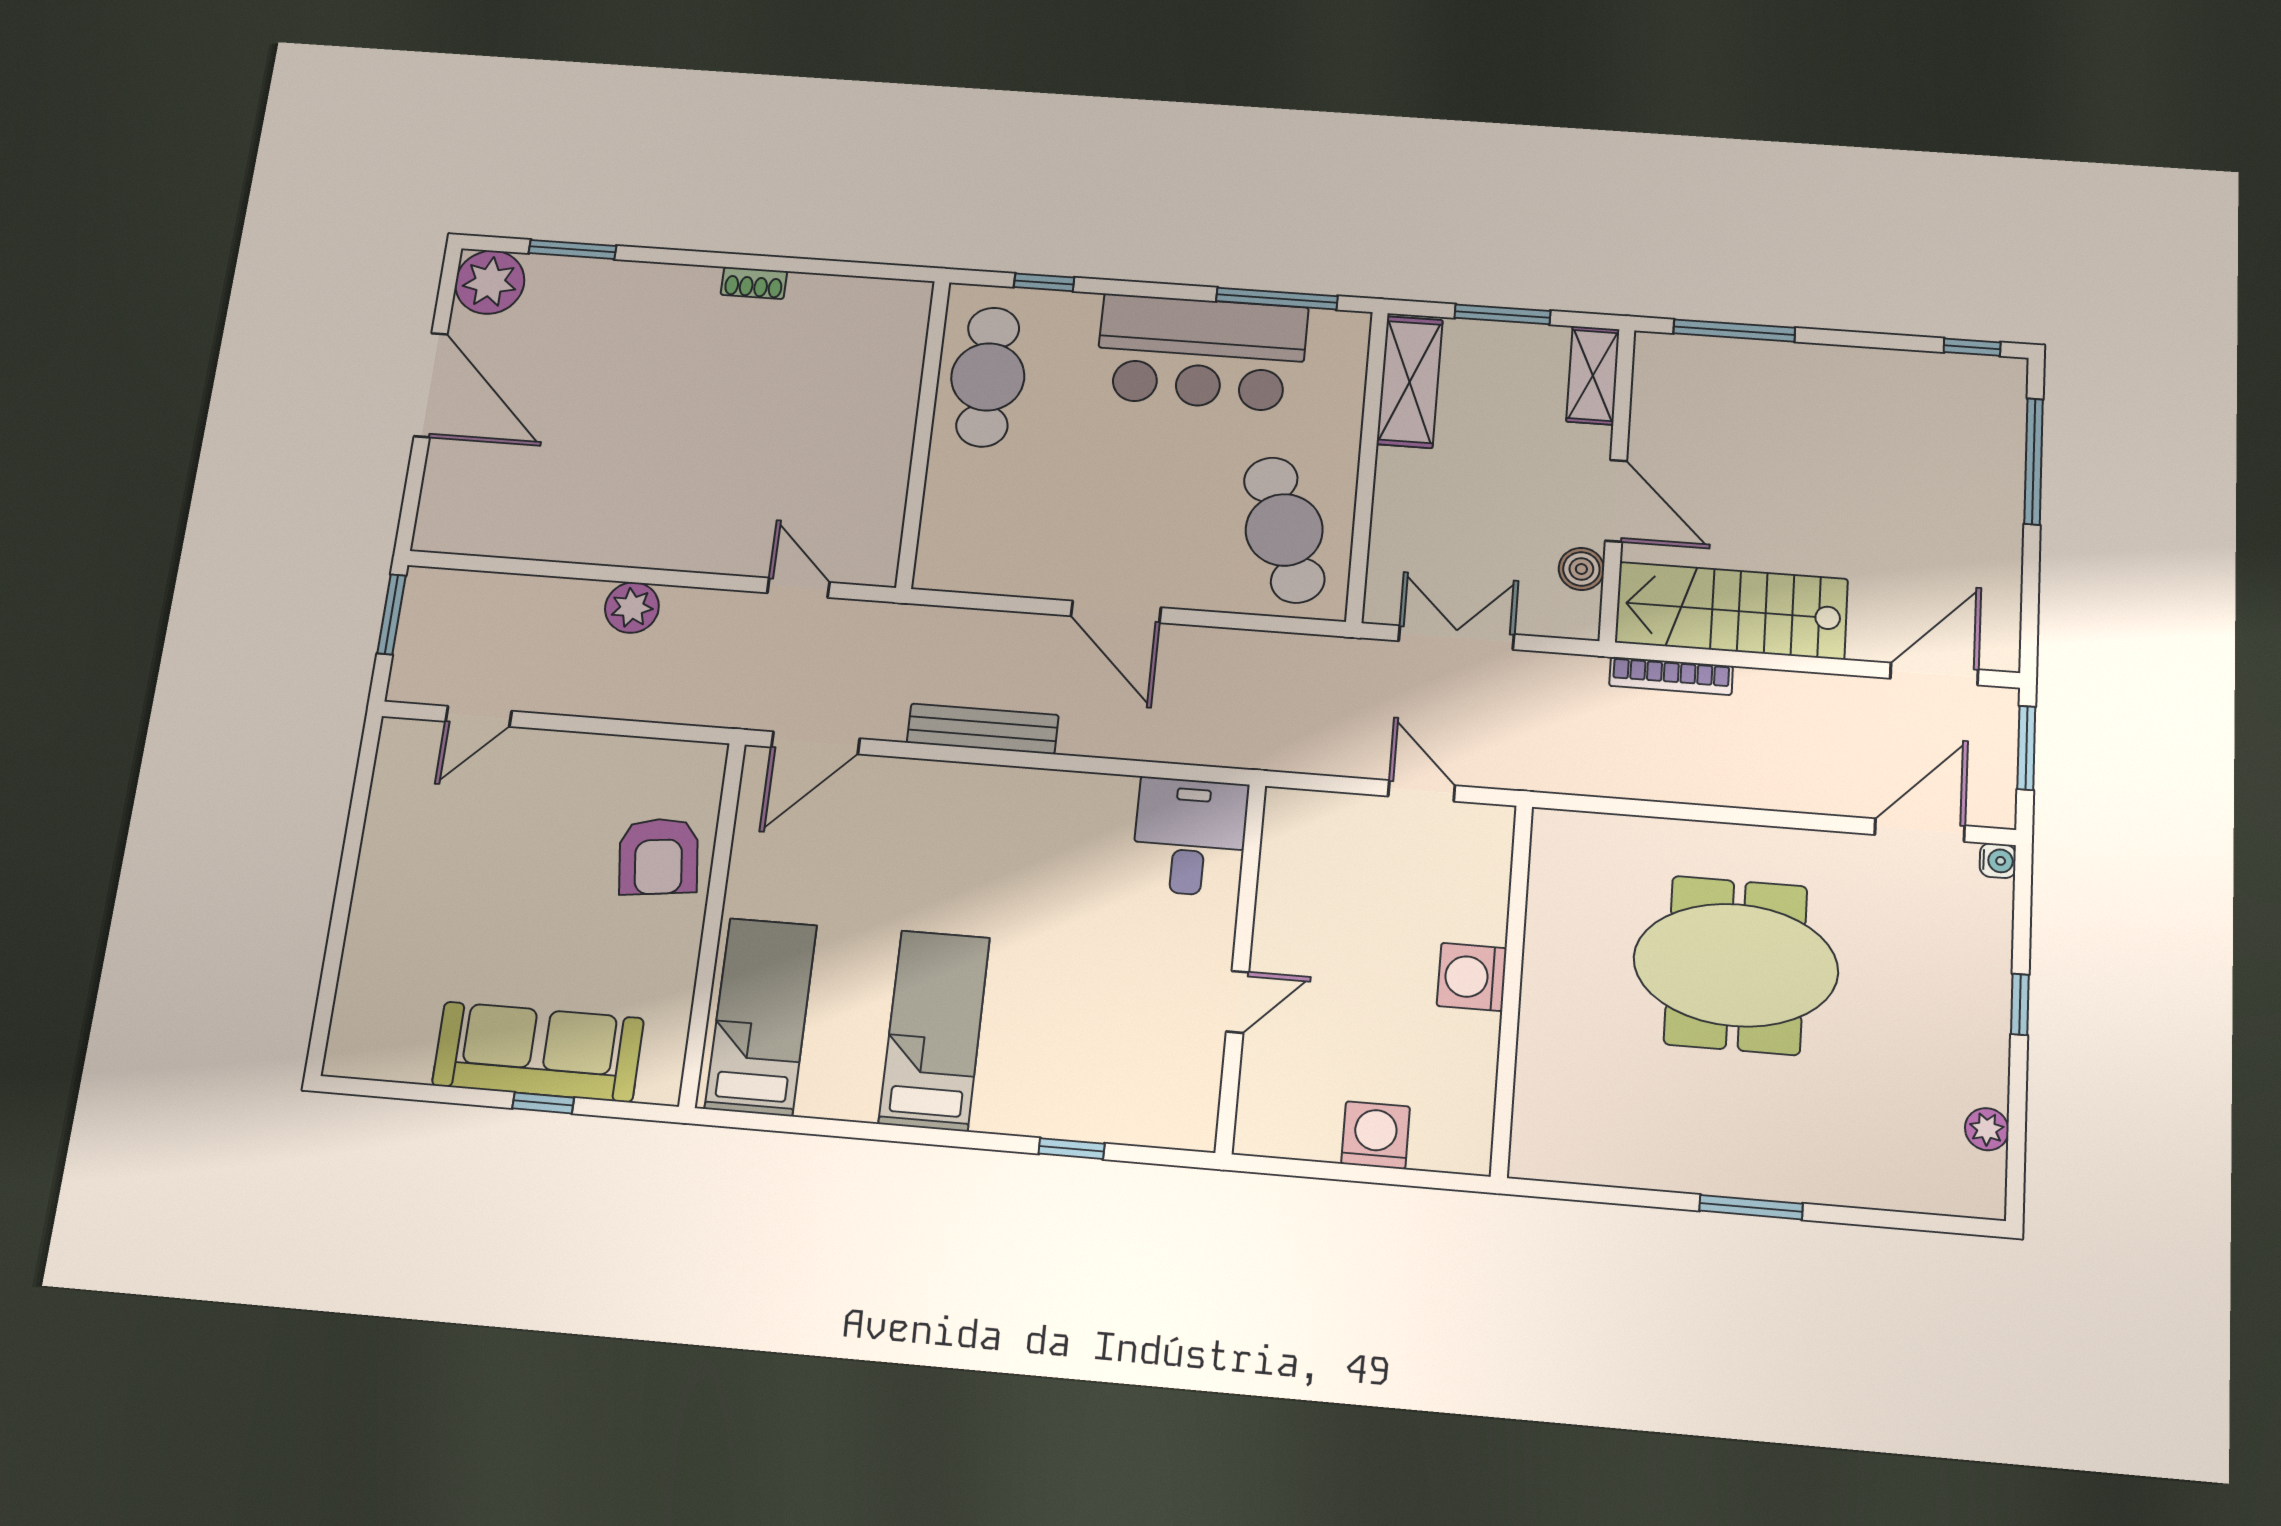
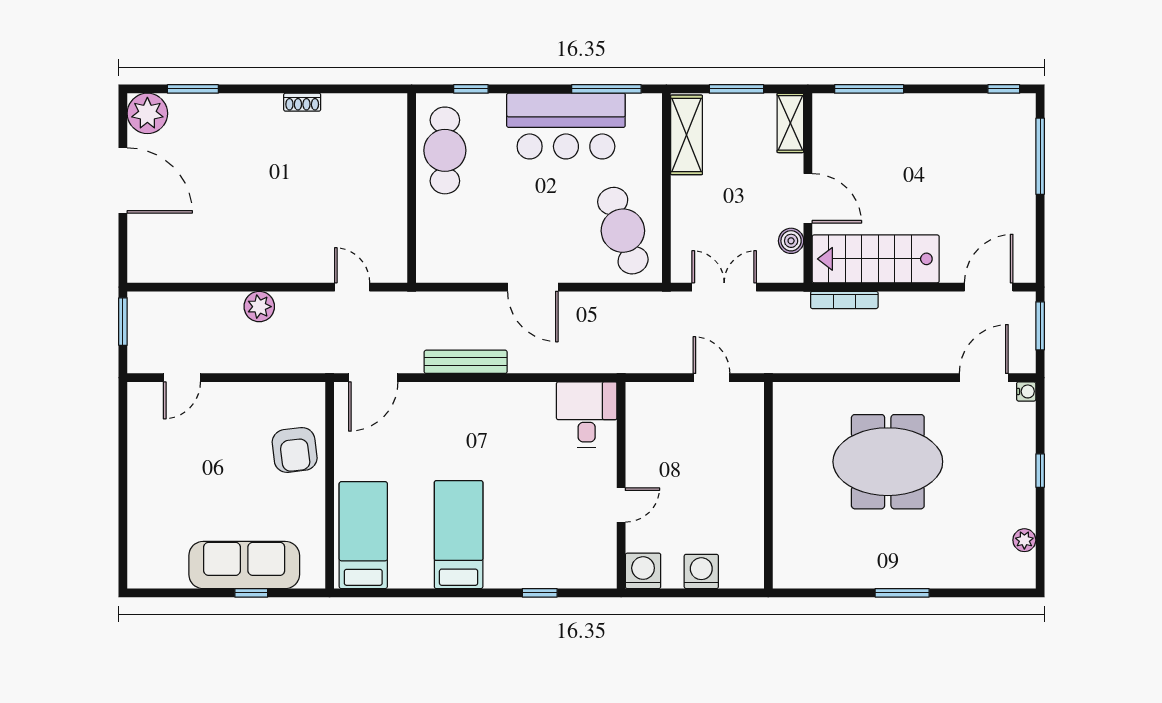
washing machine: (1472, 977) -> (643, 571), moved, turned 90

